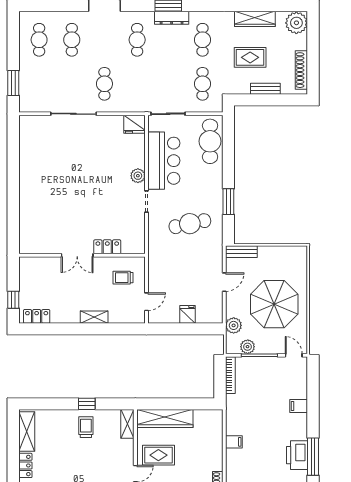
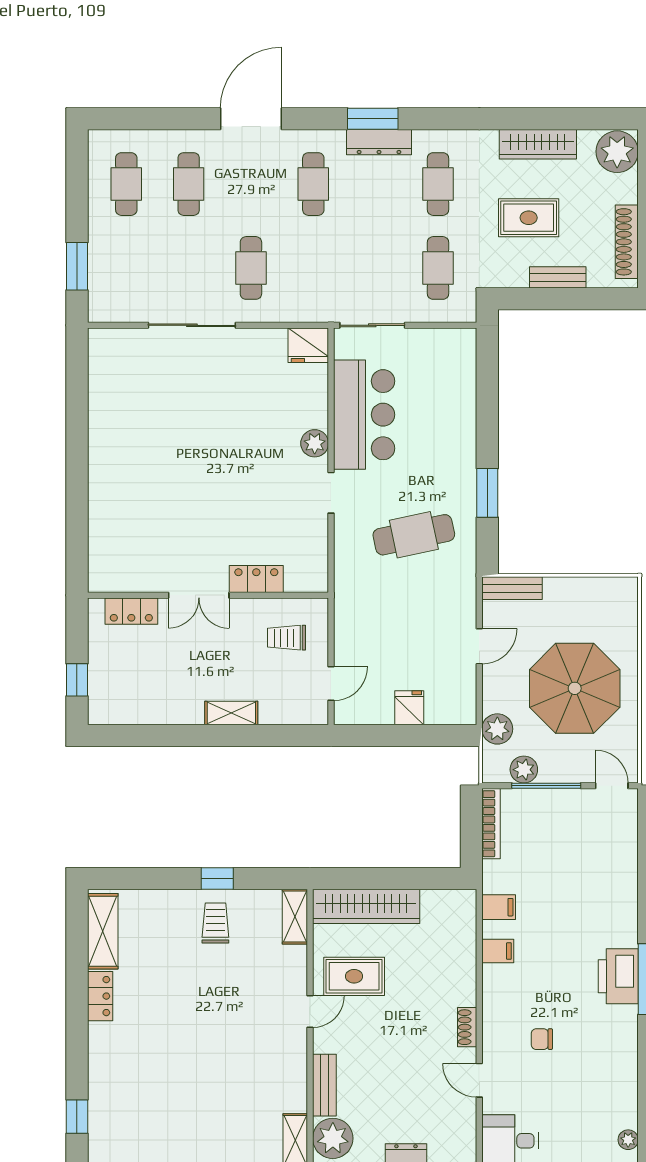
cafe table: (210, 141) -> (452, 378), removed
locker: (37, 316) -> (131, 611), moved, turned 180
filing cabinet: (299, 406) -> (499, 907), moved, turned 180

